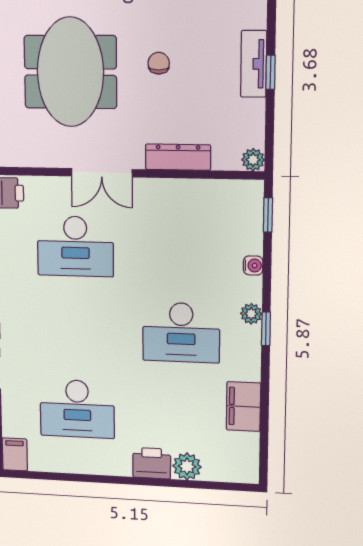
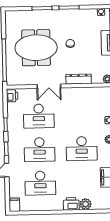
meeting table: (70, 72) -> (36, 48), turned 90
desk: (76, 329) -> (40, 150), added

